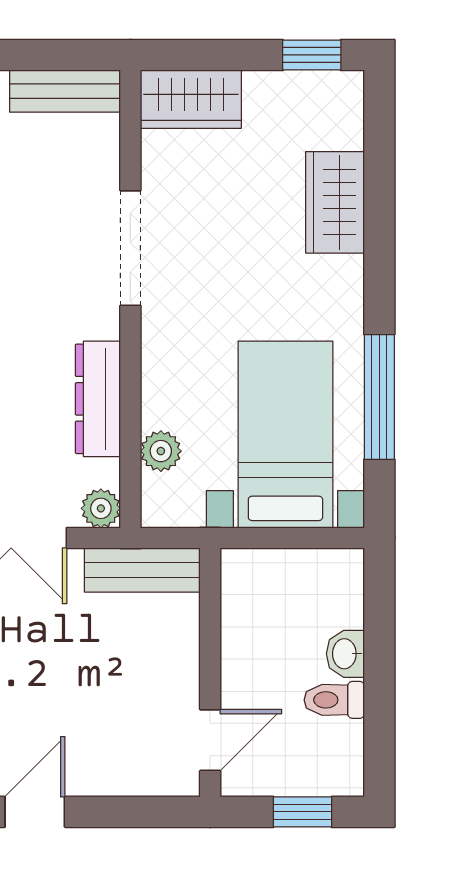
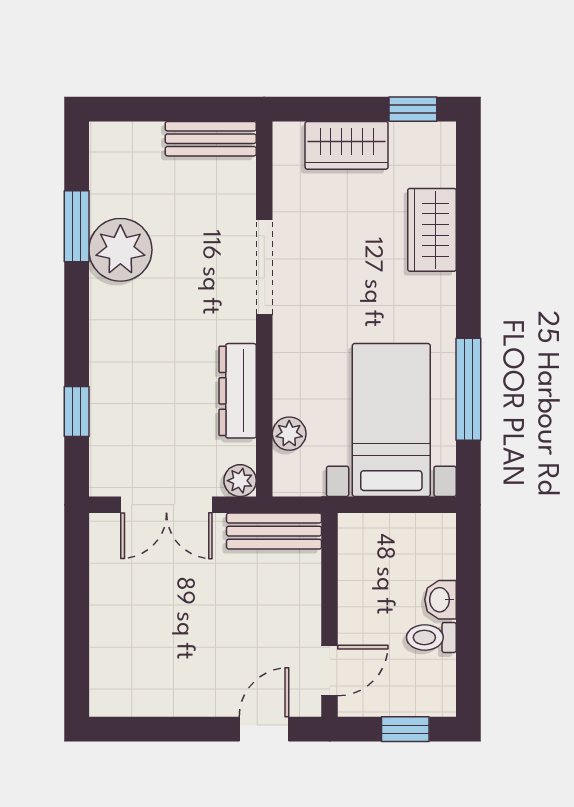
wardrobe: (191, 99) -> (347, 145), moved
door: (35, 812) -> (264, 729), moved

